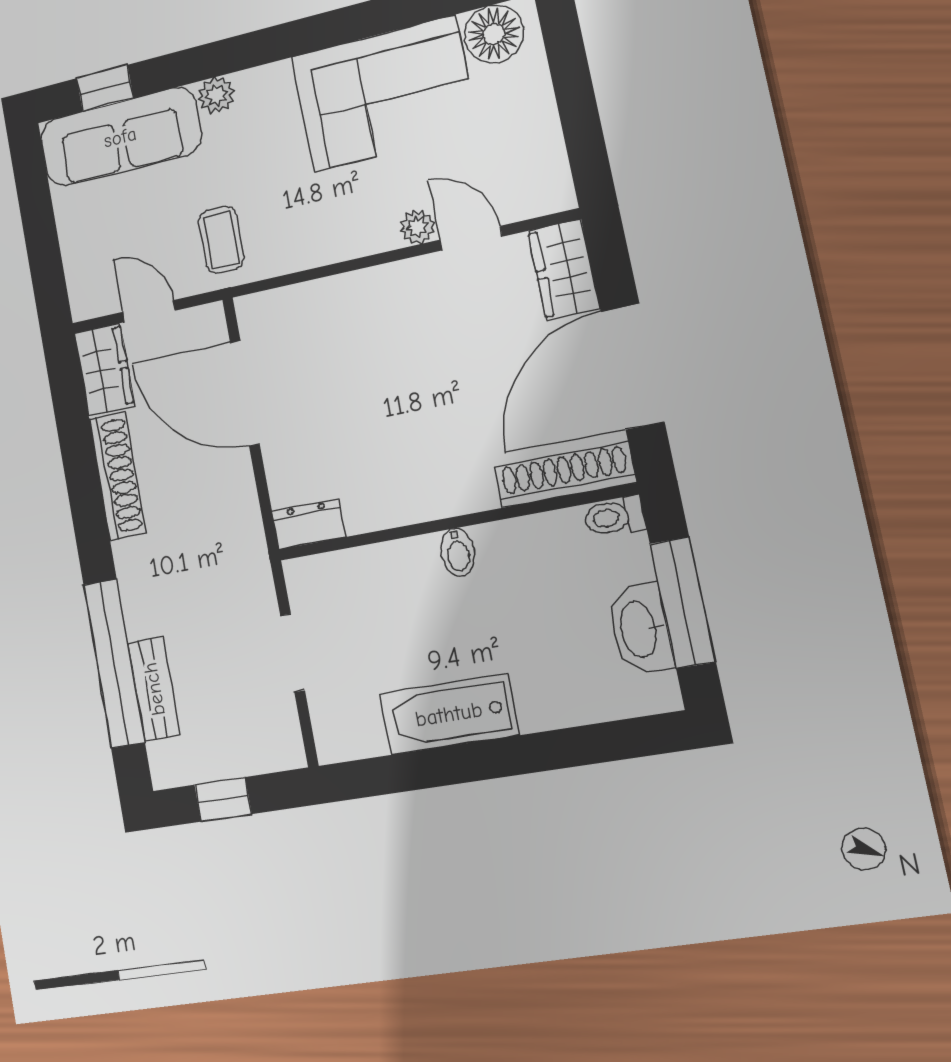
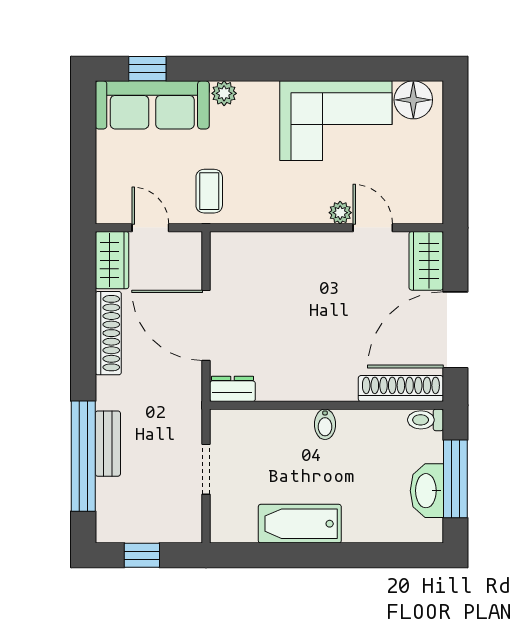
door: (245, 393) -> (206, 325), moved
bench: (154, 689) -> (108, 444), moved

